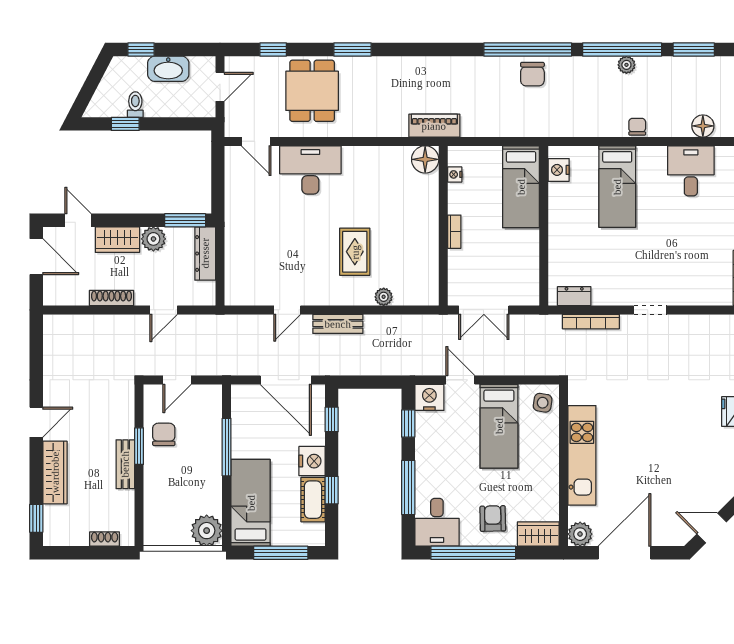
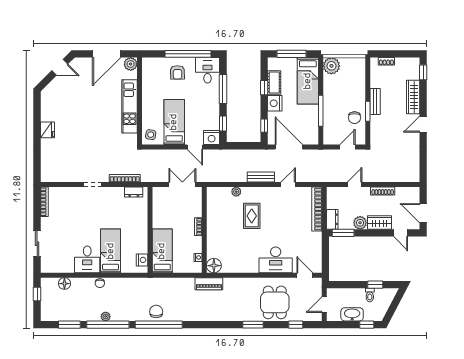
desk: (691, 171) -> (87, 259), moved
dresser: (205, 253) -> (332, 219), width x0.70
bookcase: (234, 265) -> (317, 209), added
wardrobe: (538, 534) -> (153, 64), removed

